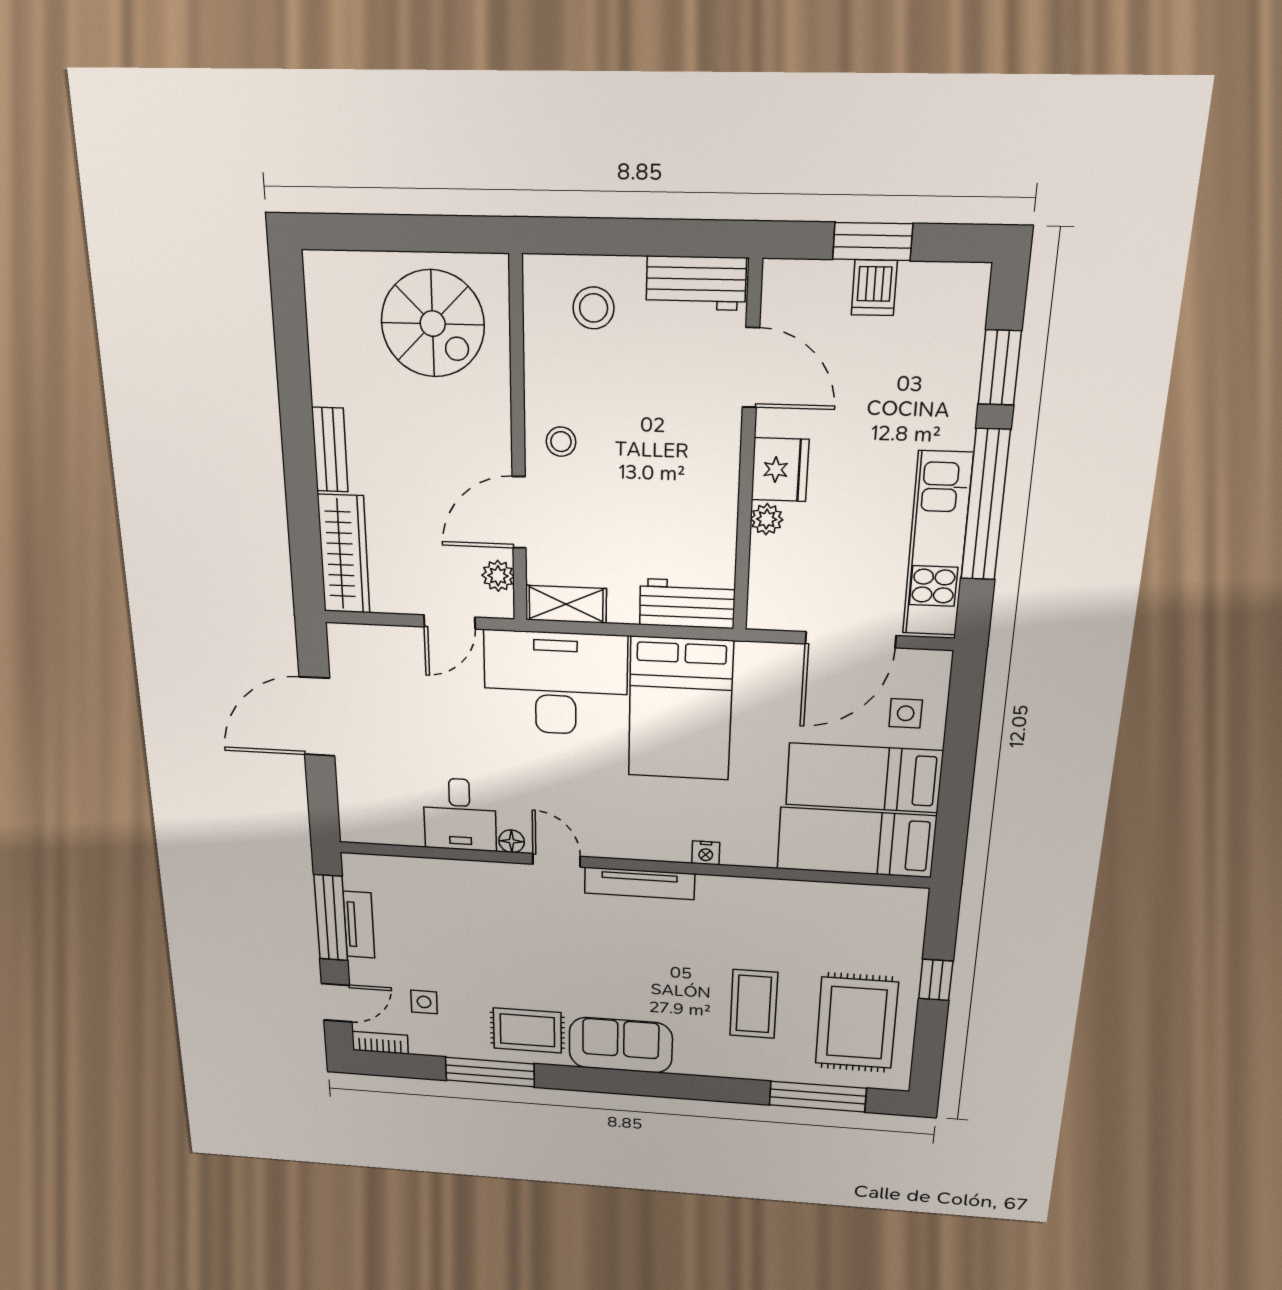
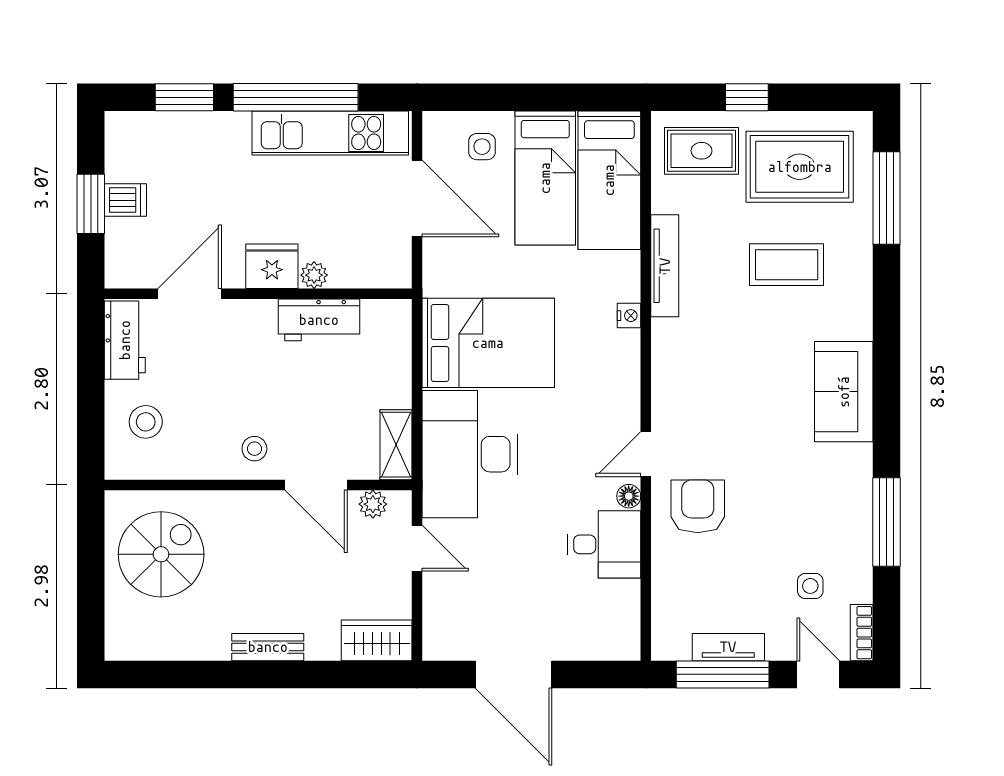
wardrobe: (344, 554) -> (377, 640), width x0.67
workbench: (687, 604) -> (319, 320), moved, turned -90
tv unit: (639, 883) -> (665, 266), moved
armchair: (502, 906) -> (698, 506), added
rug: (527, 1030) -> (701, 151), moved, turned 90

